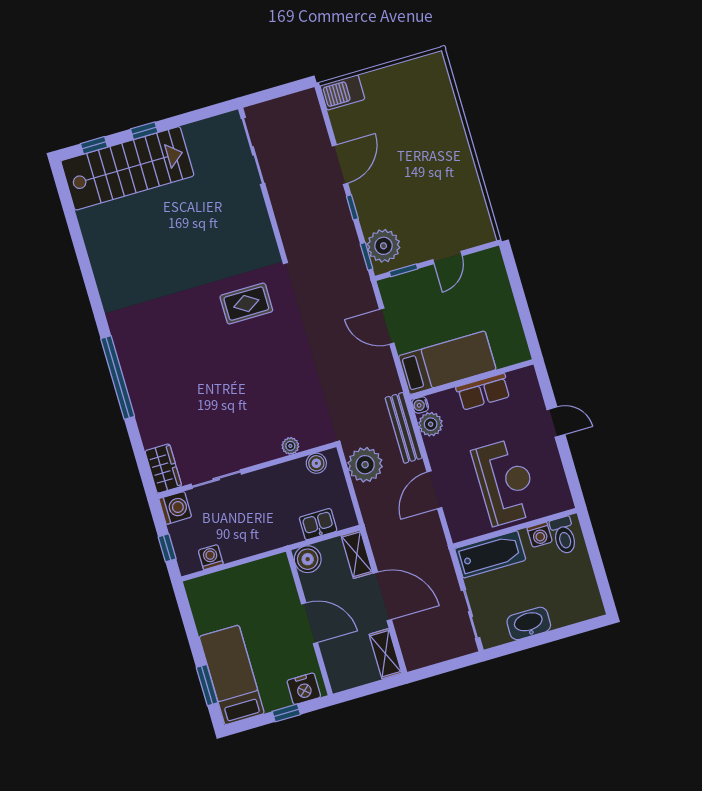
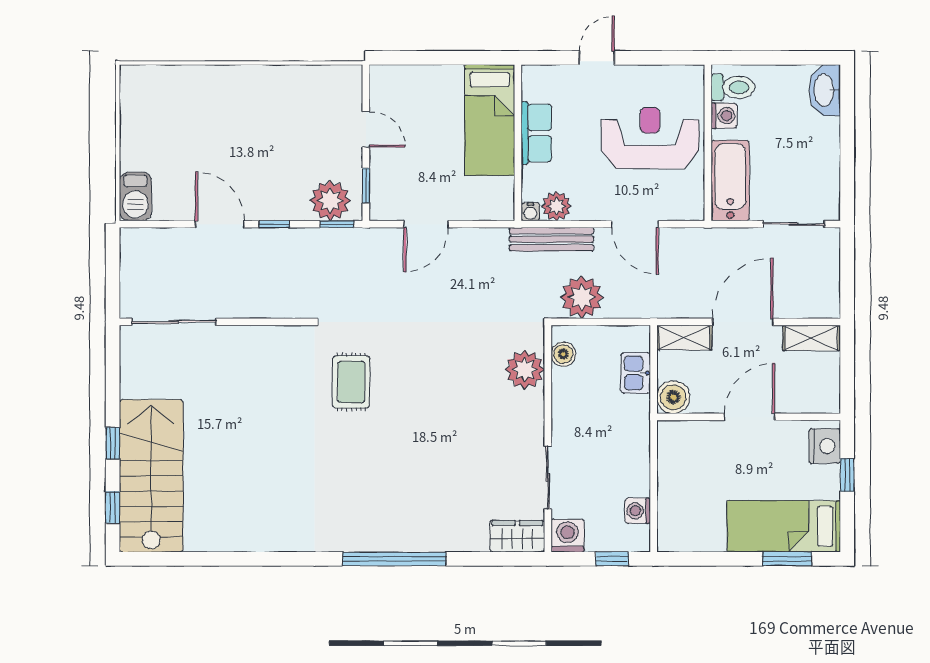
bed: (447, 363) -> (490, 120), moved, turned 180
plant: (290, 446) -> (525, 370), width x1.88, depth x1.88
washbasin: (529, 623) -> (825, 90), moved

